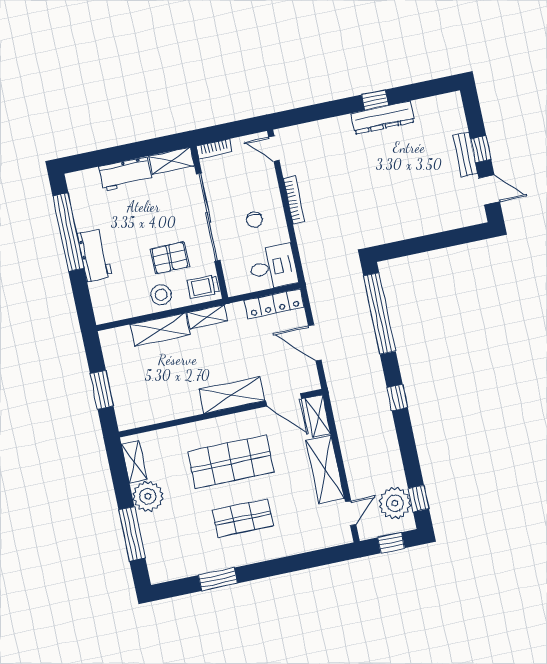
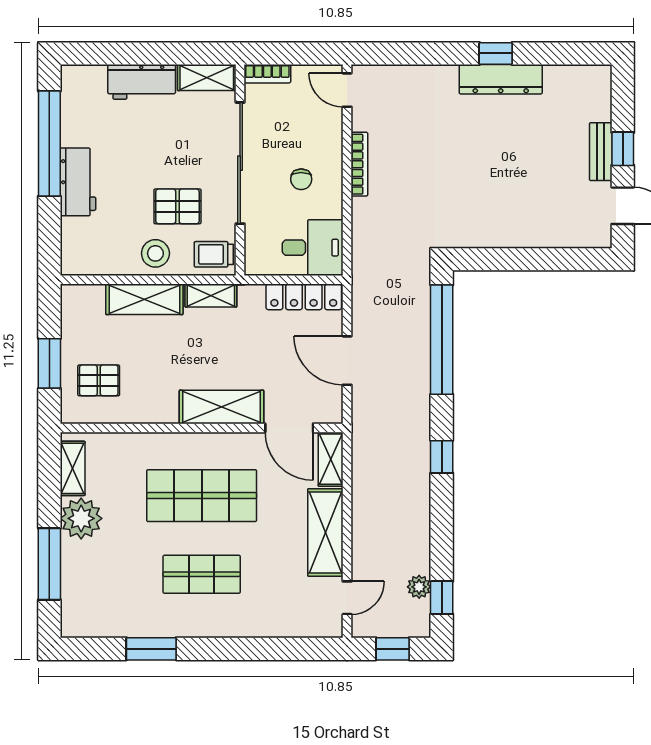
pallet: (140, 395) -> (99, 380), added
plant: (395, 503) -> (419, 587), width x0.53, depth x0.53

